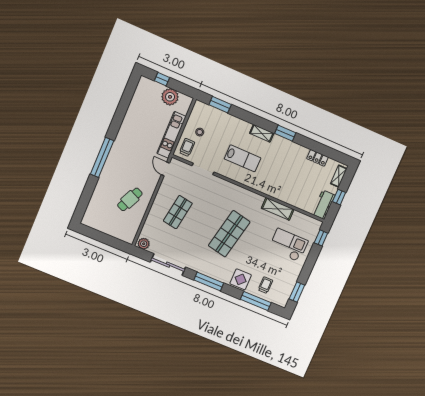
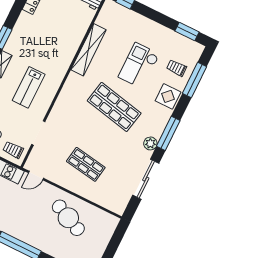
lab bench: (243, 158) -> (29, 87), turned 180
cafe table: (130, 199) -> (68, 218), width x1.37, depth x1.35
shelving: (278, 209) -> (88, 50), width x1.47
plant: (144, 244) -> (150, 143), moved
checkout: (288, 245) -> (139, 66), moved

